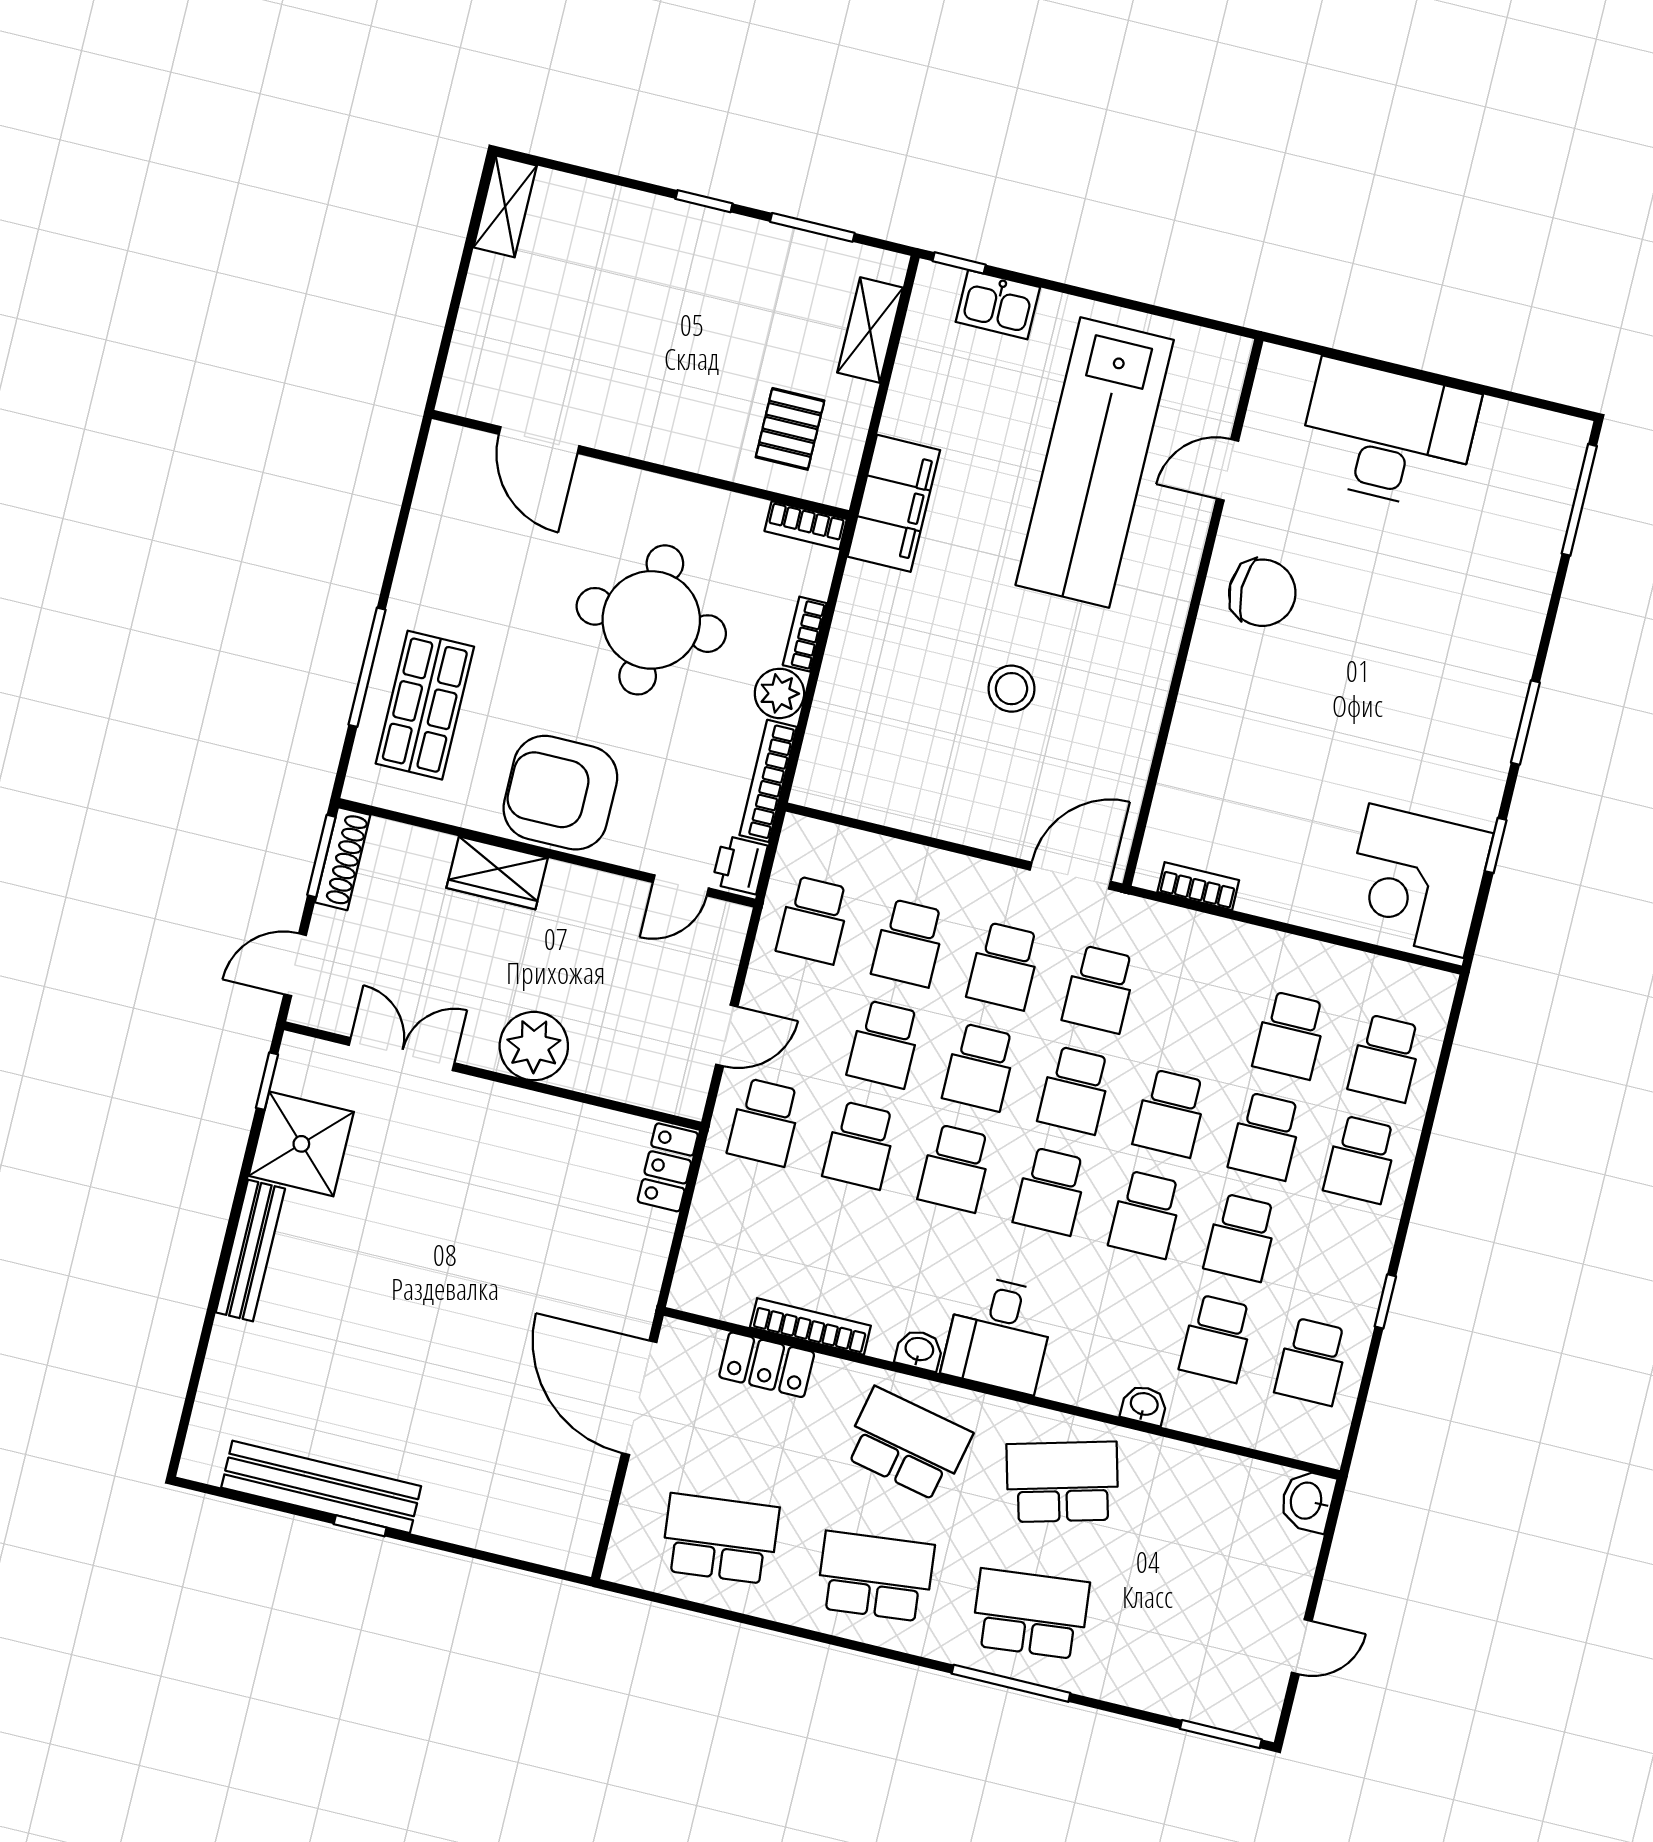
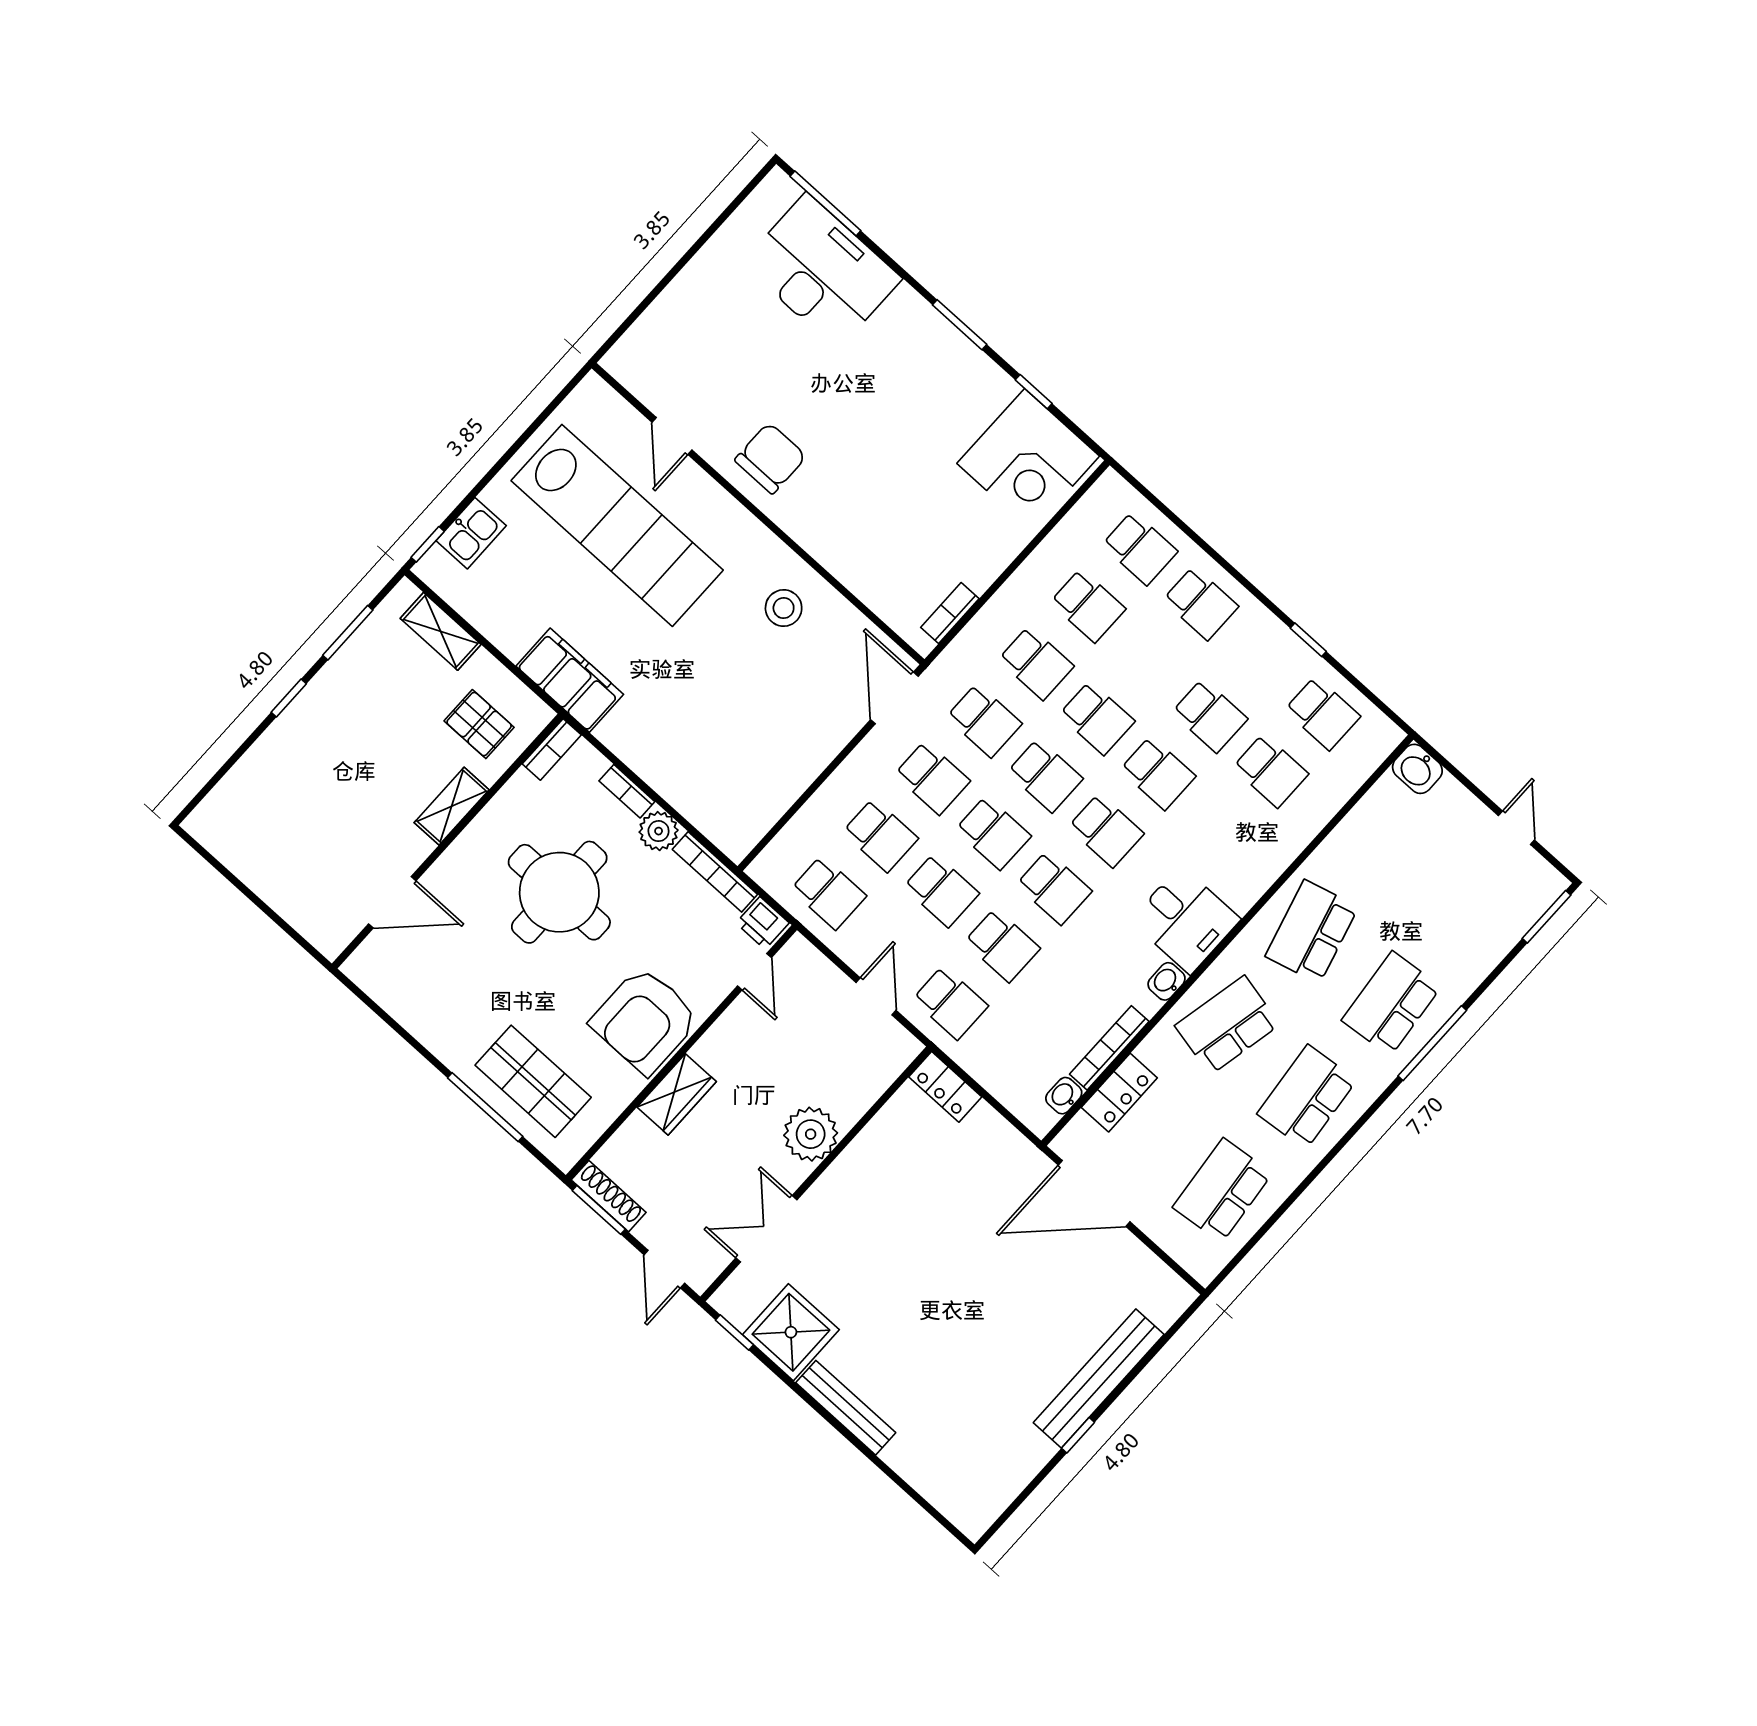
shelving: (505, 206) -> (452, 806), moved, turned 90
desk: (1388, 435) -> (822, 271), moved, turned 90
stool: (1012, 689) -> (784, 608), moved
school desk: (1266, 1136) -> (1036, 663), moved
washbasin: (1144, 1405) -> (1064, 1096), moved
bench: (321, 1487) -> (1099, 1378), moved

